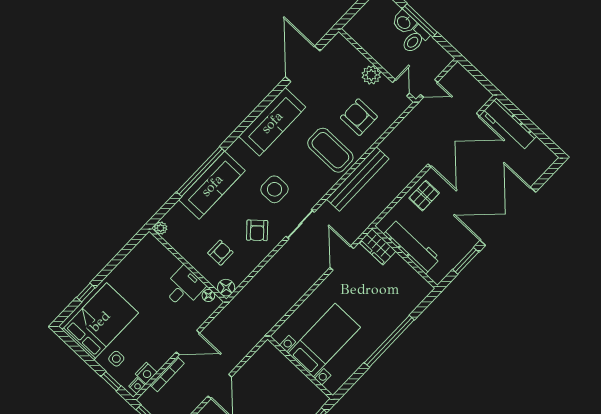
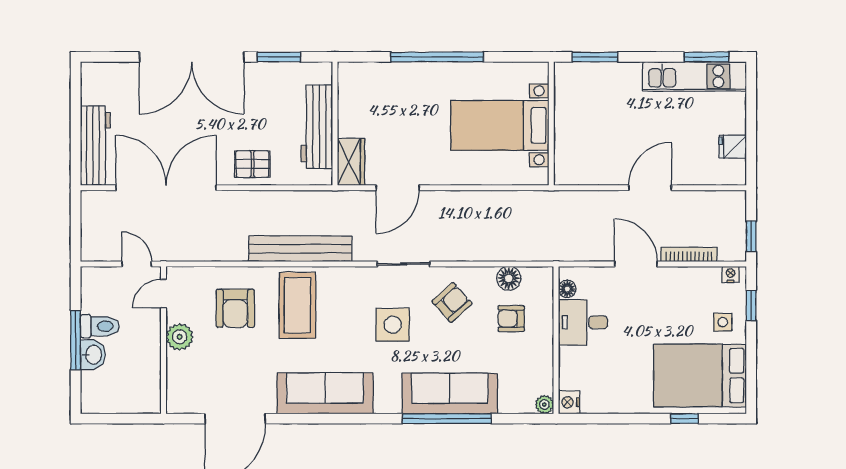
floor lamp: (226, 288) -> (509, 278), moved
nightstand: (146, 373) -> (569, 402), moved, turned -90

